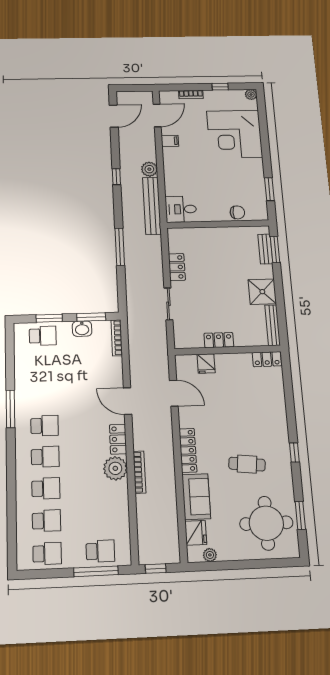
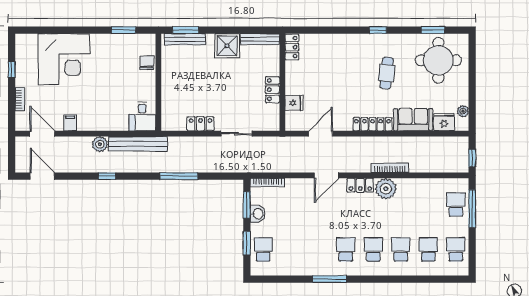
plant: (251, 95) -> (21, 39), removed
bench: (265, 249) -> (185, 39), width x1.36

